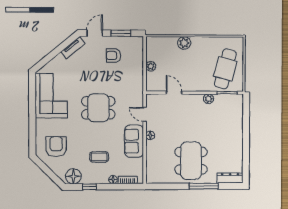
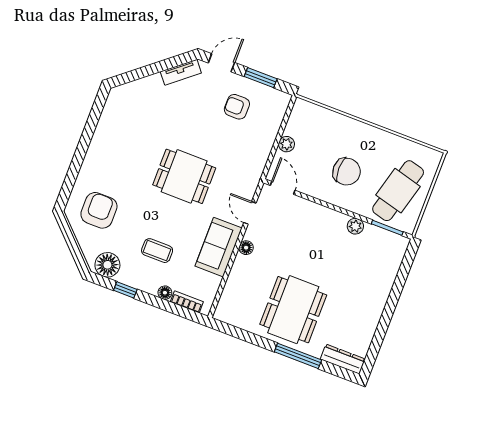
plant: (184, 43) -> (350, 128), removed
chair: (192, 69) -> (347, 172), added
door: (174, 93) -> (283, 188), moved
corner sofa: (51, 96) -> (121, 132), removed

